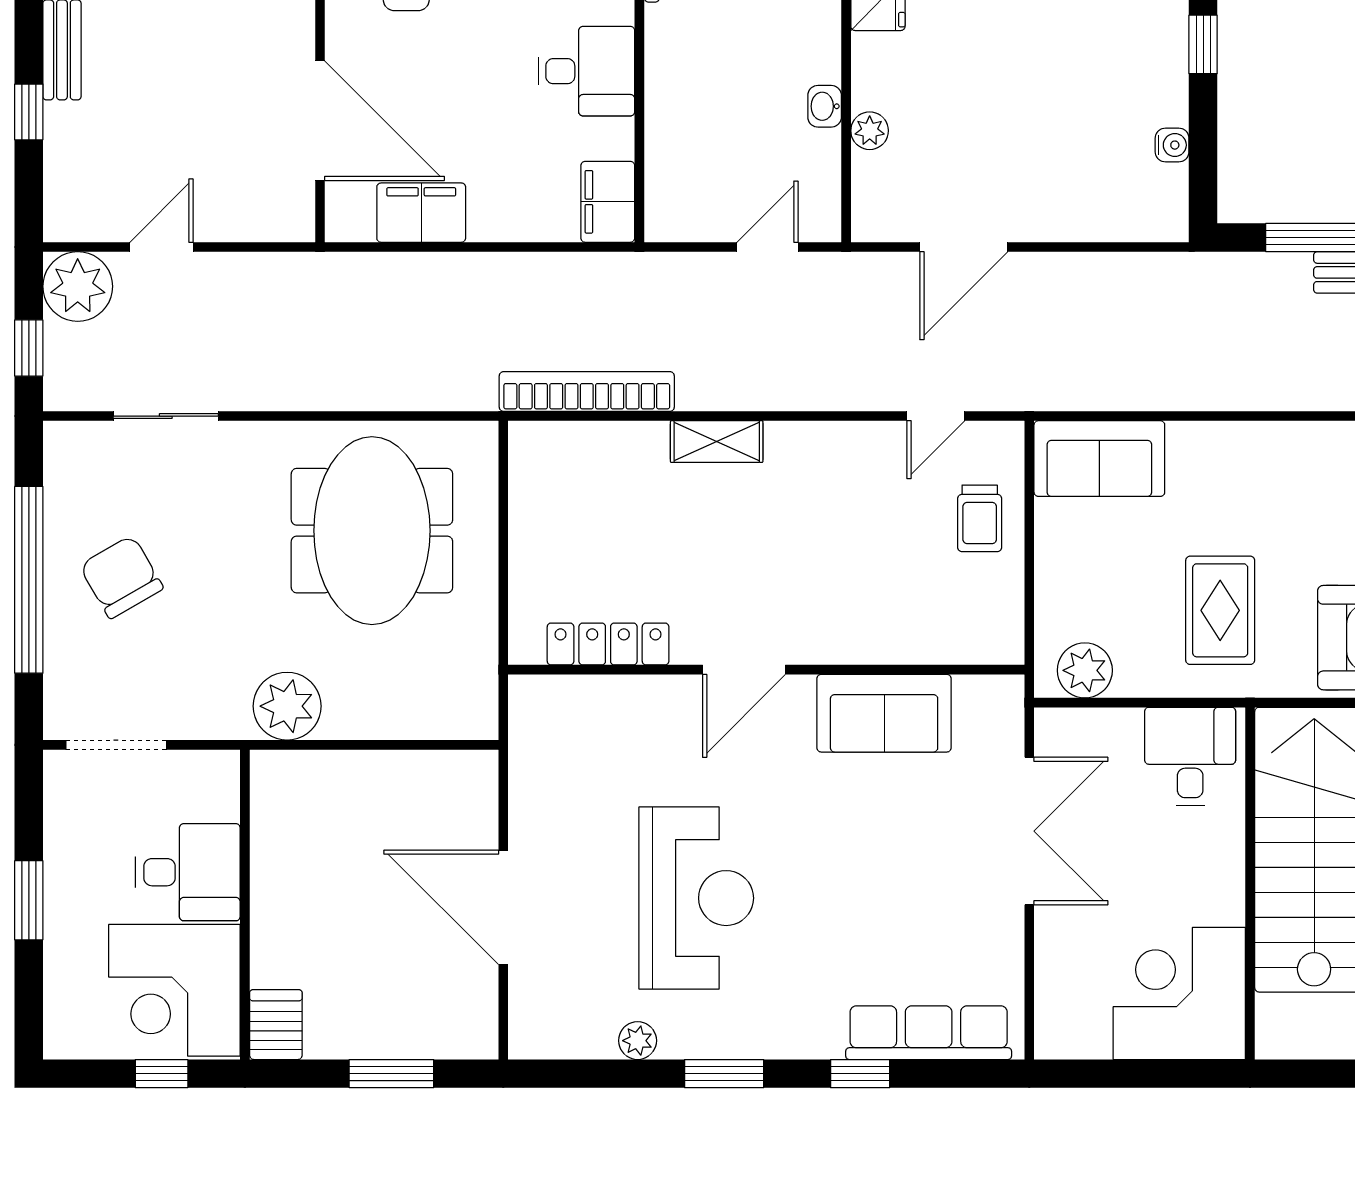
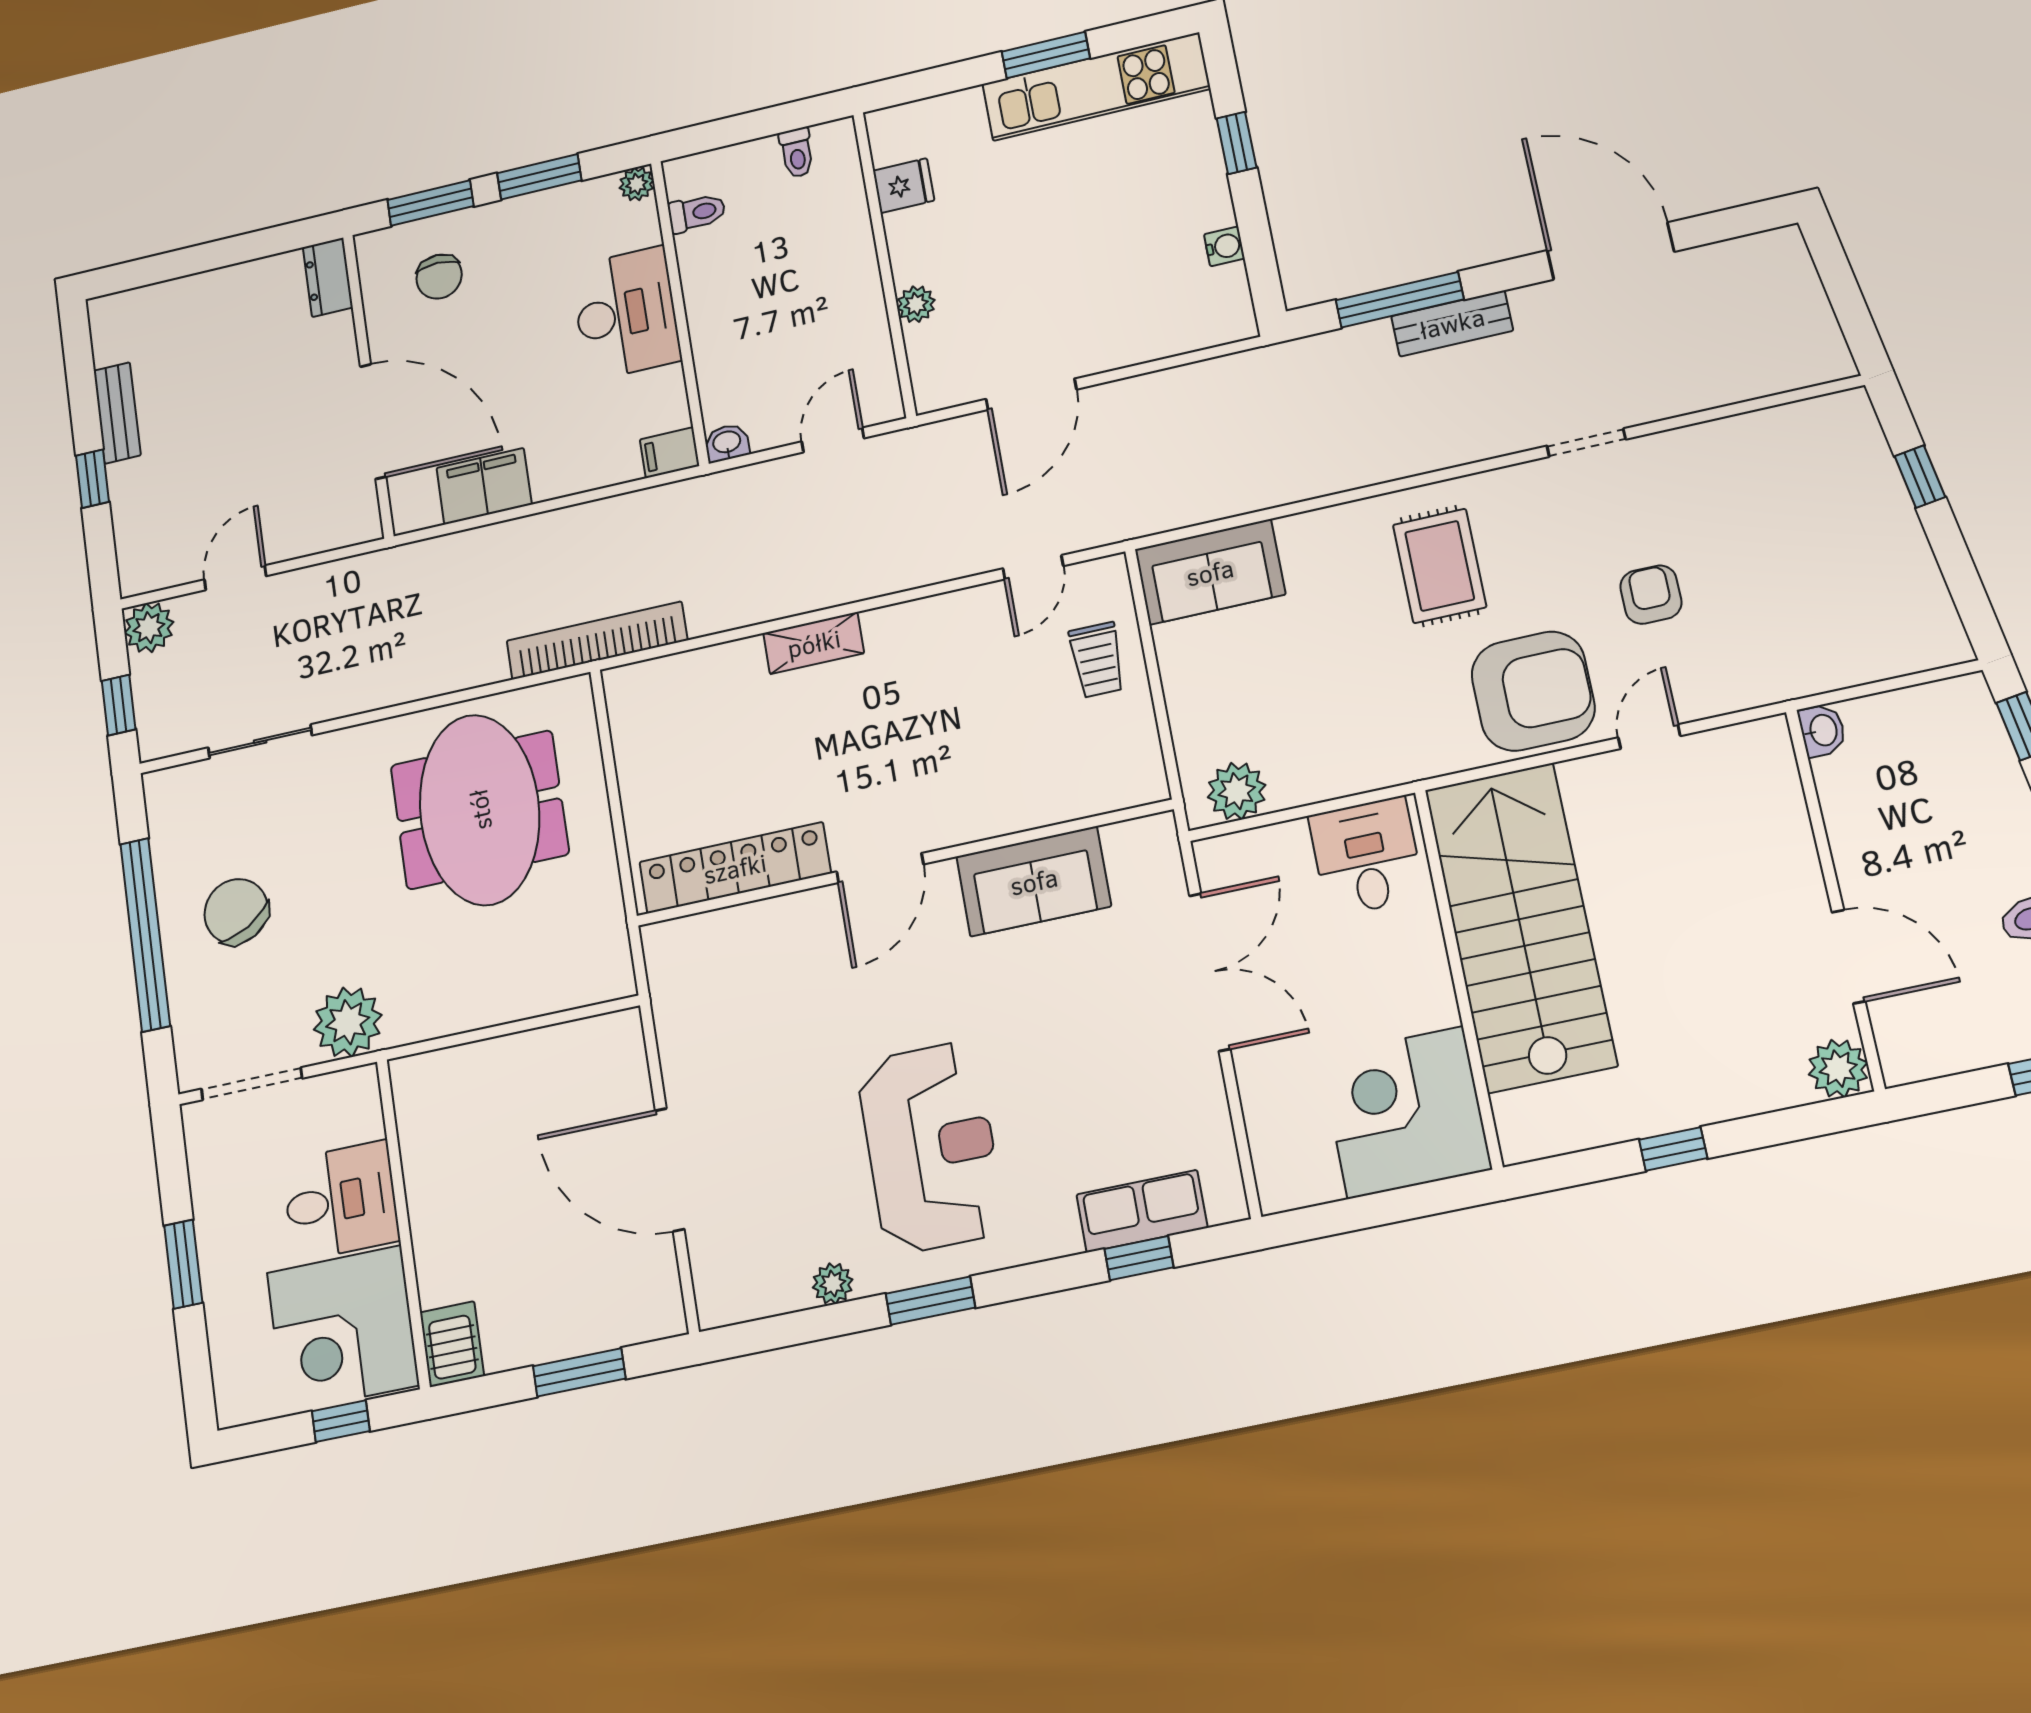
desk: (586, 71) -> (626, 313), width x1.37
washbasin: (825, 106) -> (727, 443), moved, turned 90
filing cabinet: (608, 202) -> (670, 453), width x0.50
plant: (78, 286) -> (149, 628), width x0.73, depth x0.73
bookcase: (587, 391) -> (597, 640), moved
rug: (1220, 610) -> (1440, 566), moved
locker: (608, 644) -> (735, 868), width x1.41, depth x1.21
plant: (287, 706) -> (348, 1022), moved
reception desk: (696, 898) -> (931, 1147), moved
row of seats: (929, 1033) -> (1142, 1211), width x0.68
window: (860, 1074) -> (1139, 1258), moved

